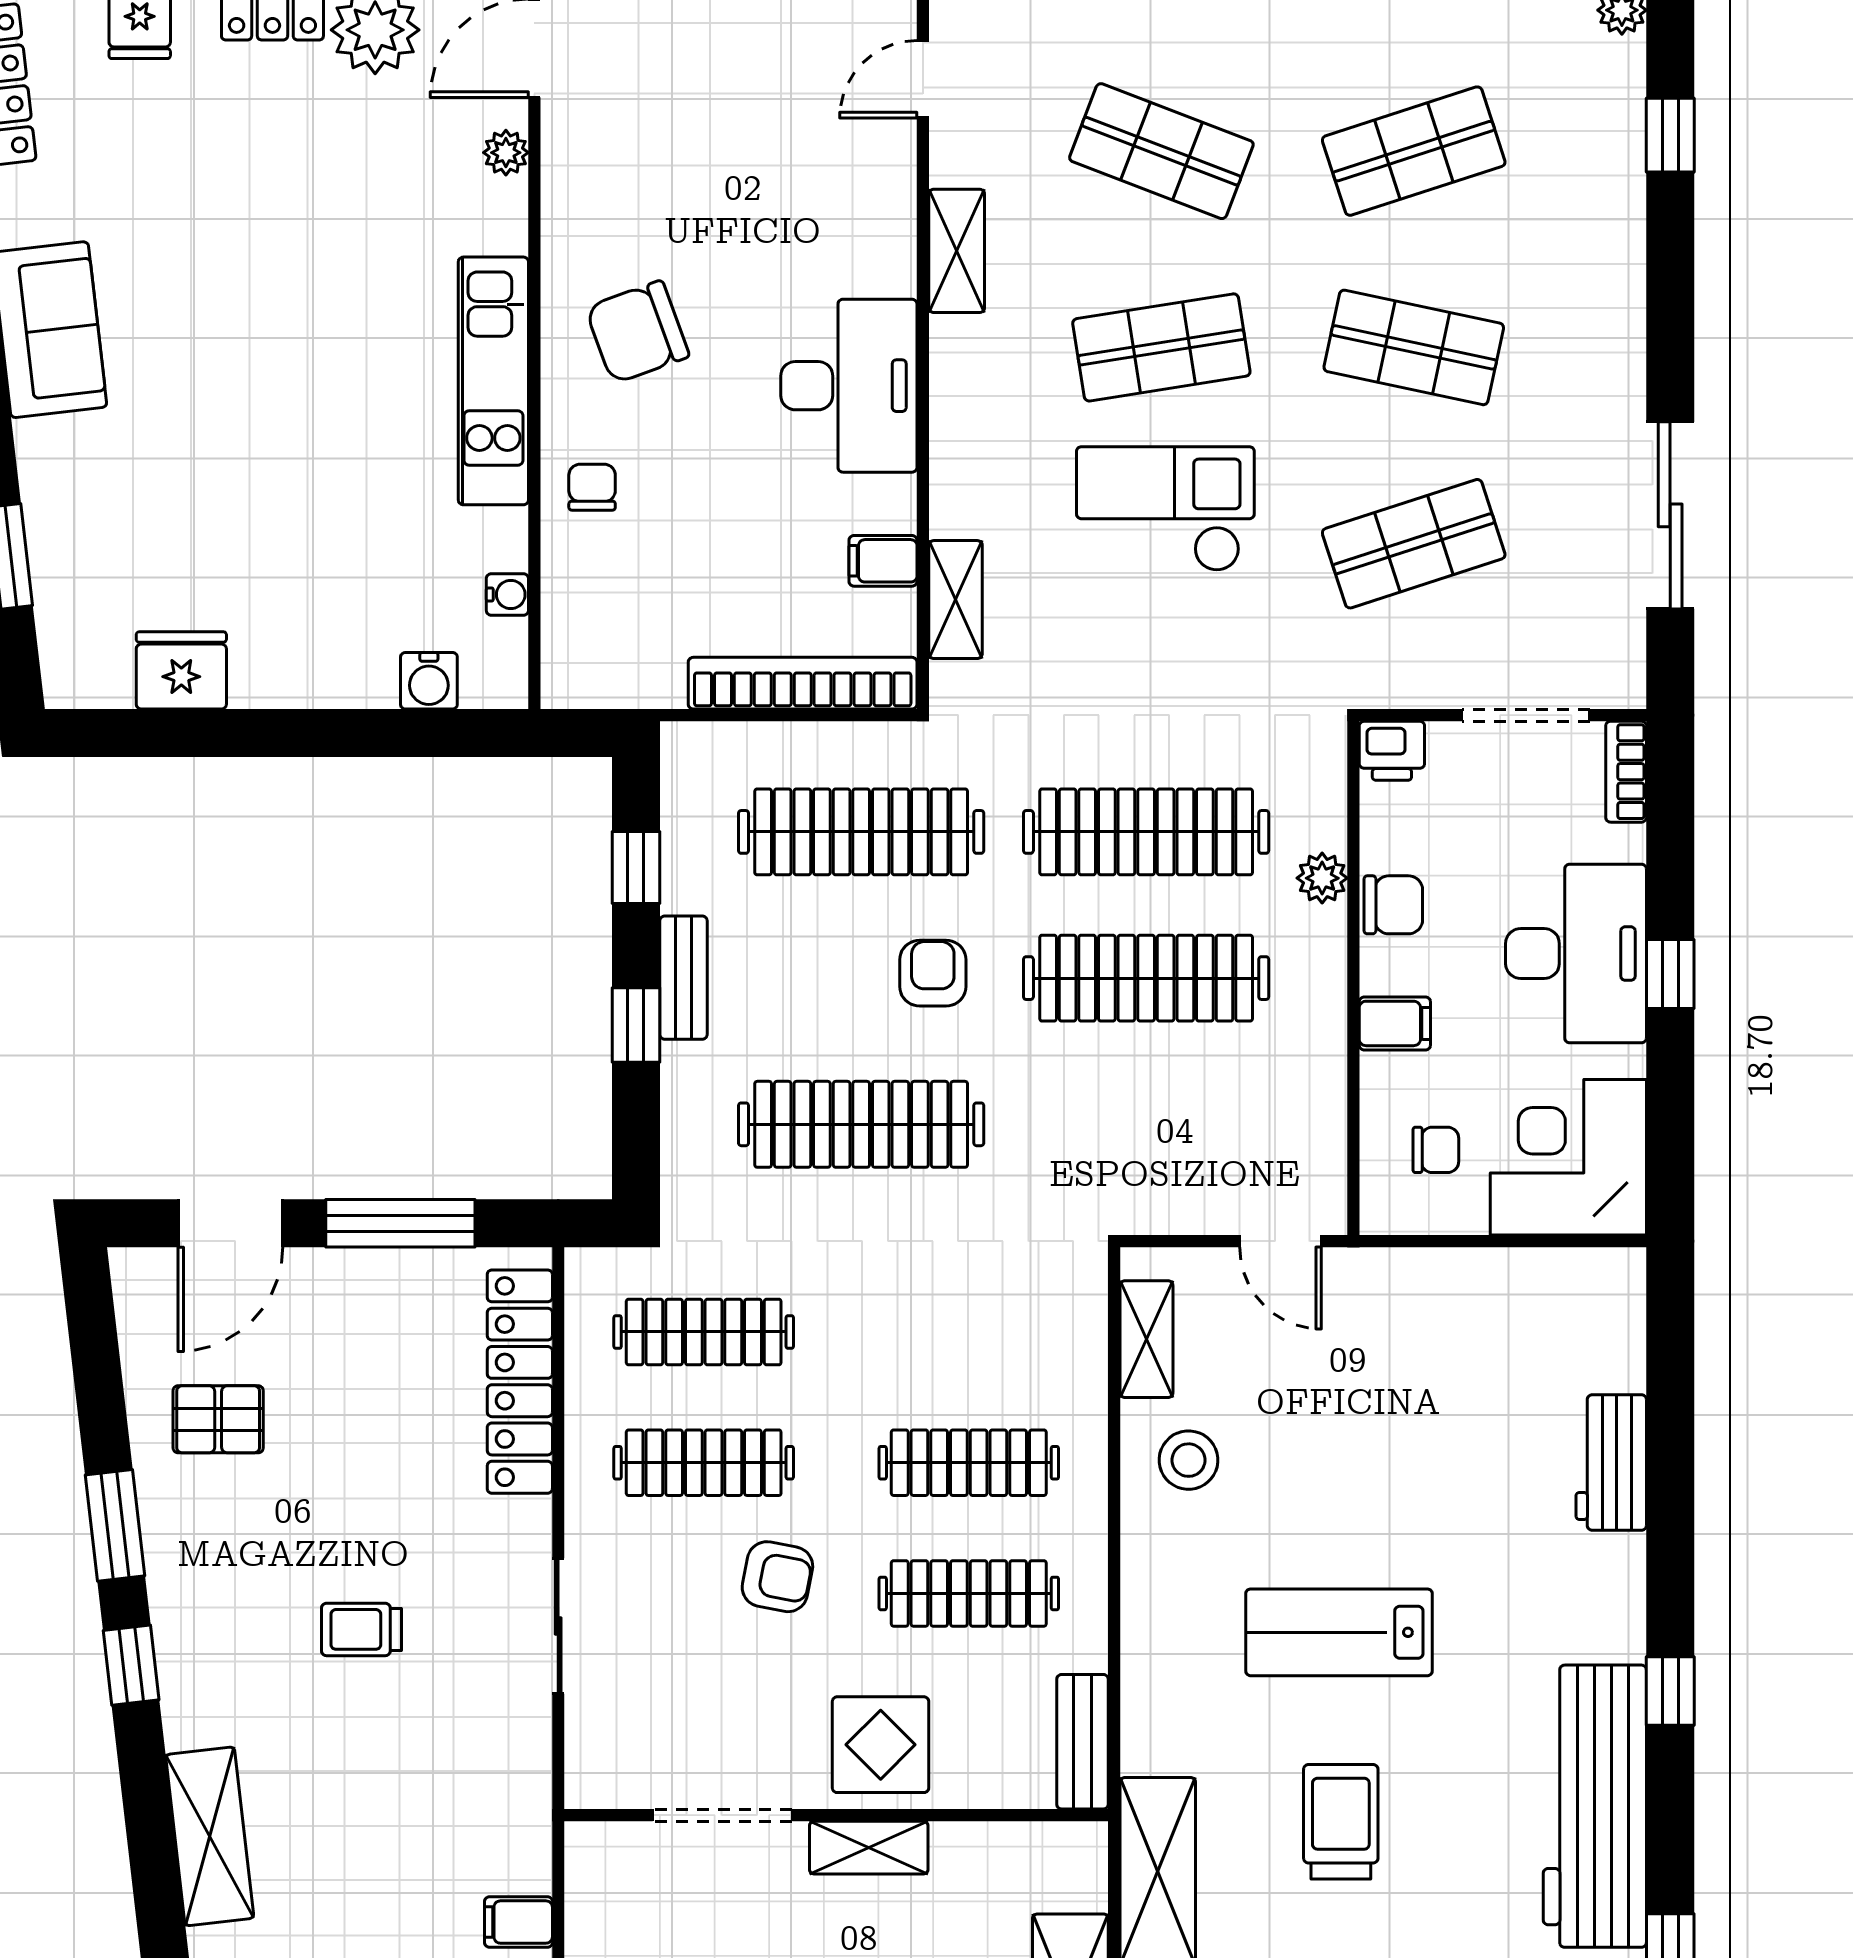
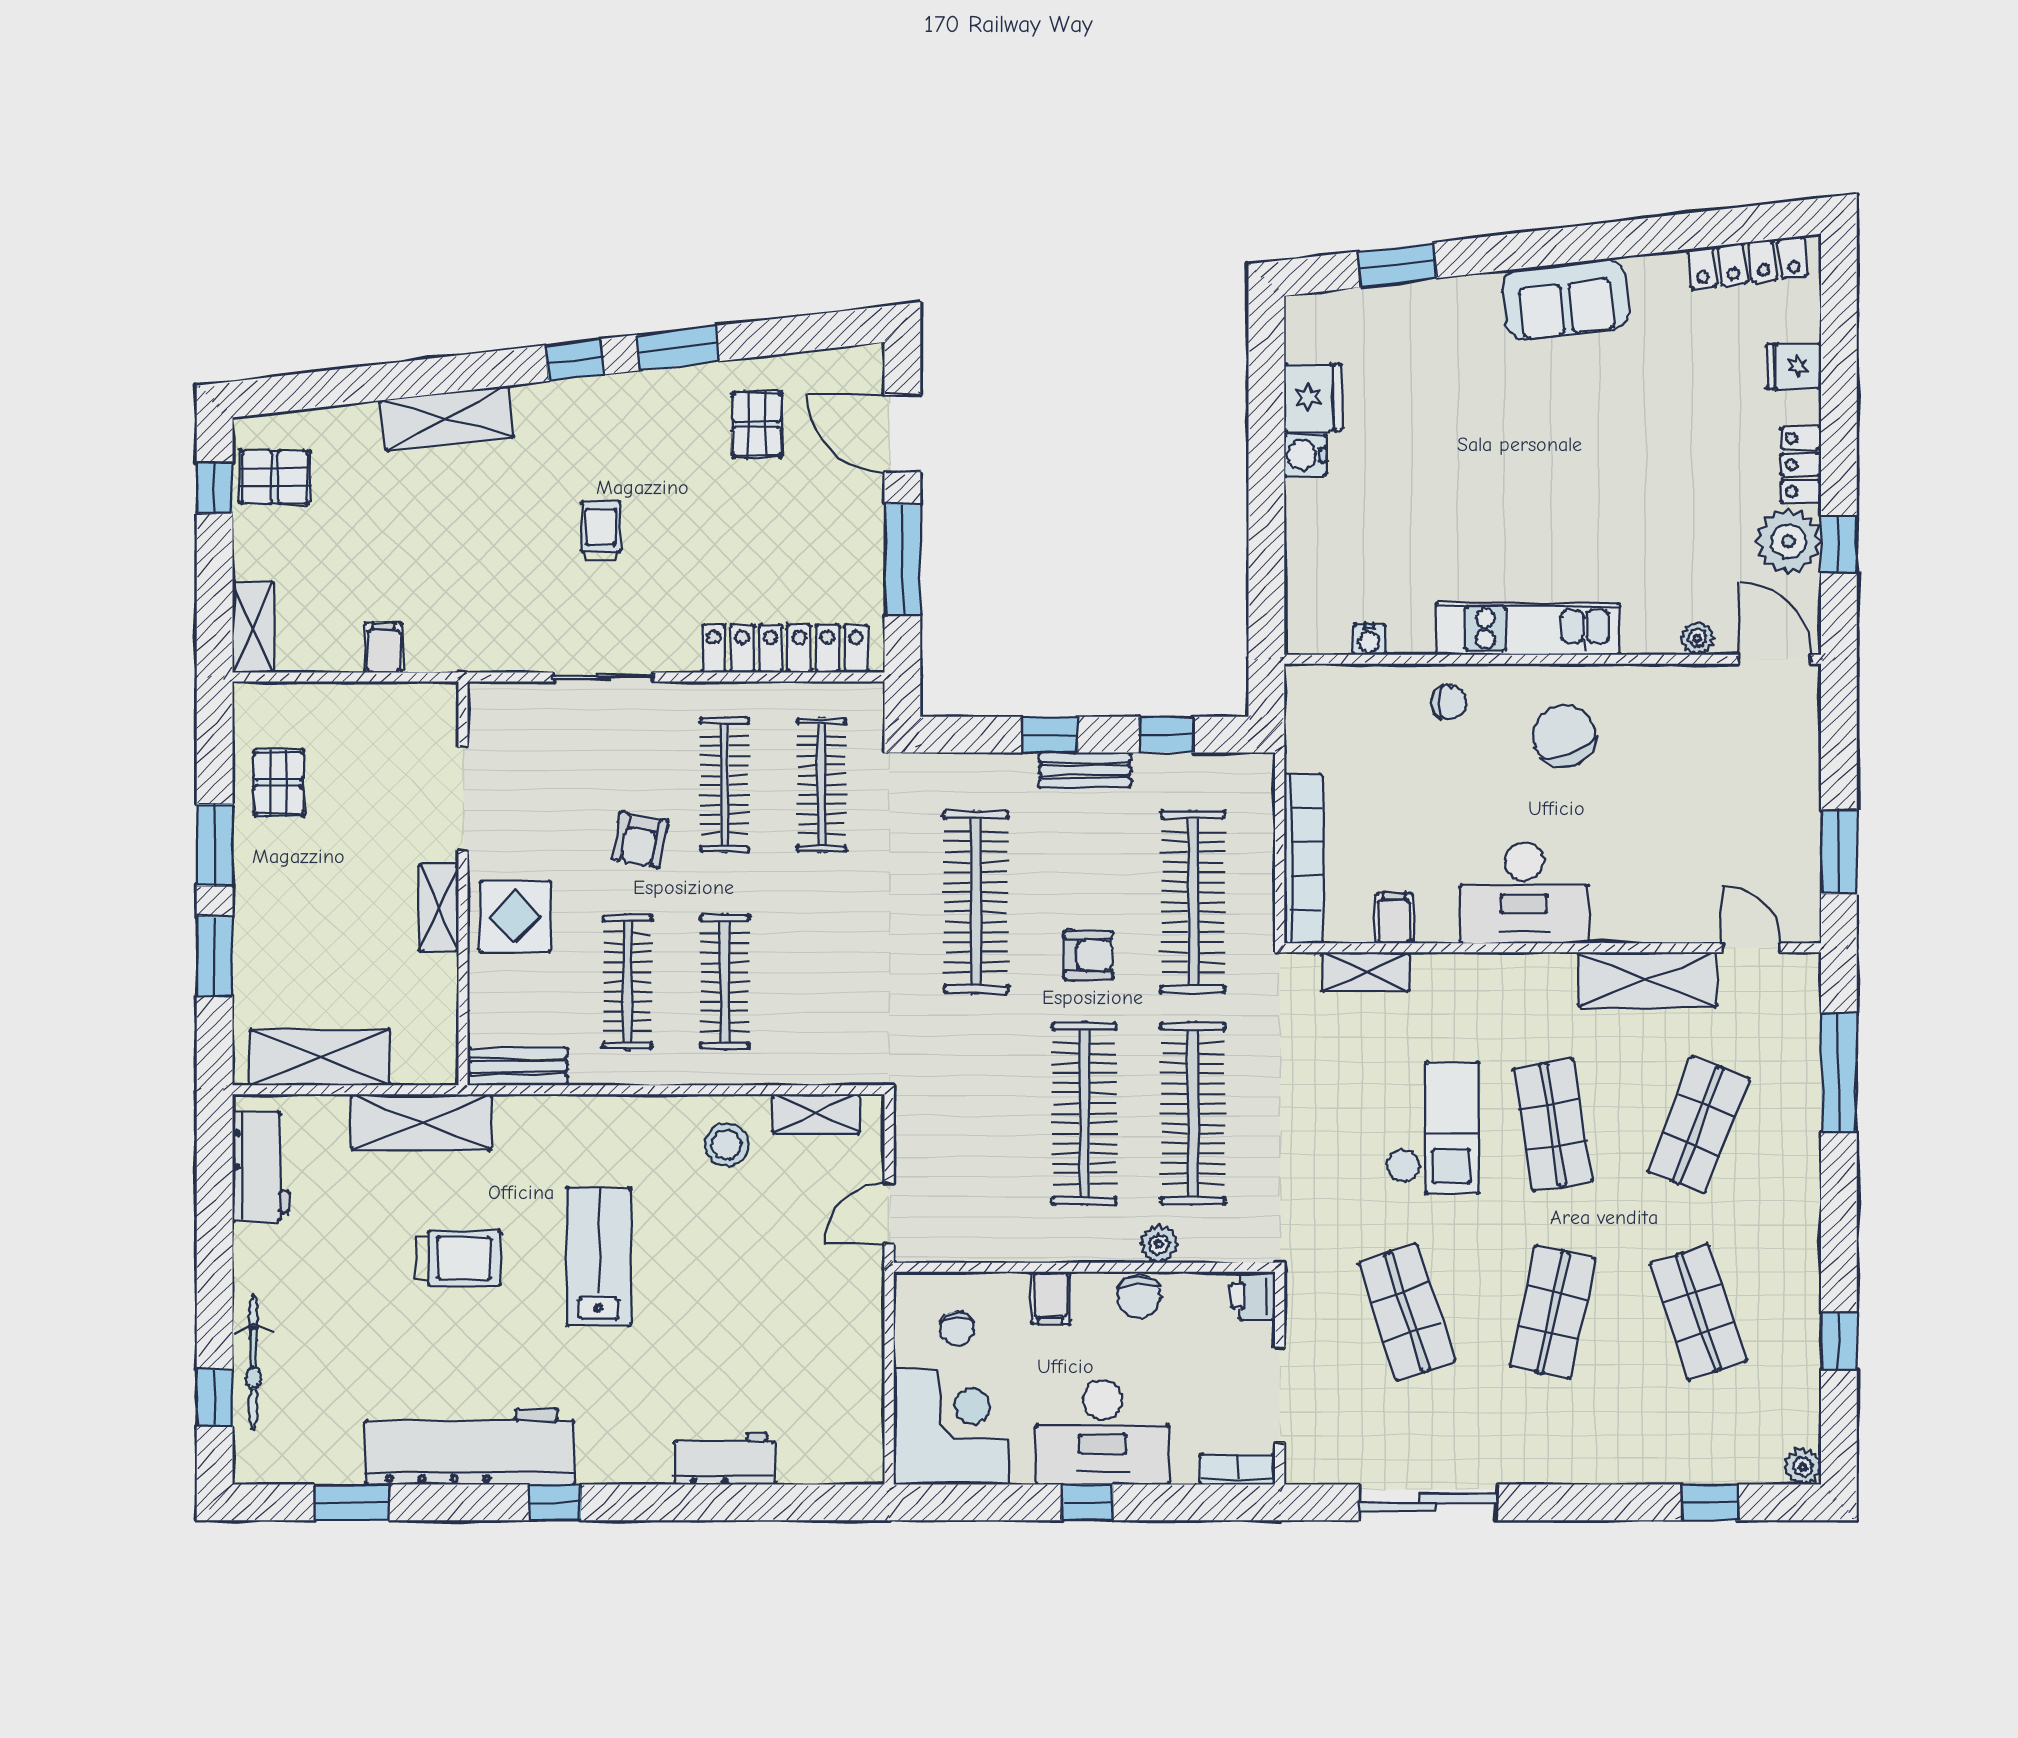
shelving: (957, 251) -> (1647, 980), width x1.50, depth x1.33
water cooler: (429, 681) -> (1305, 455), moved

